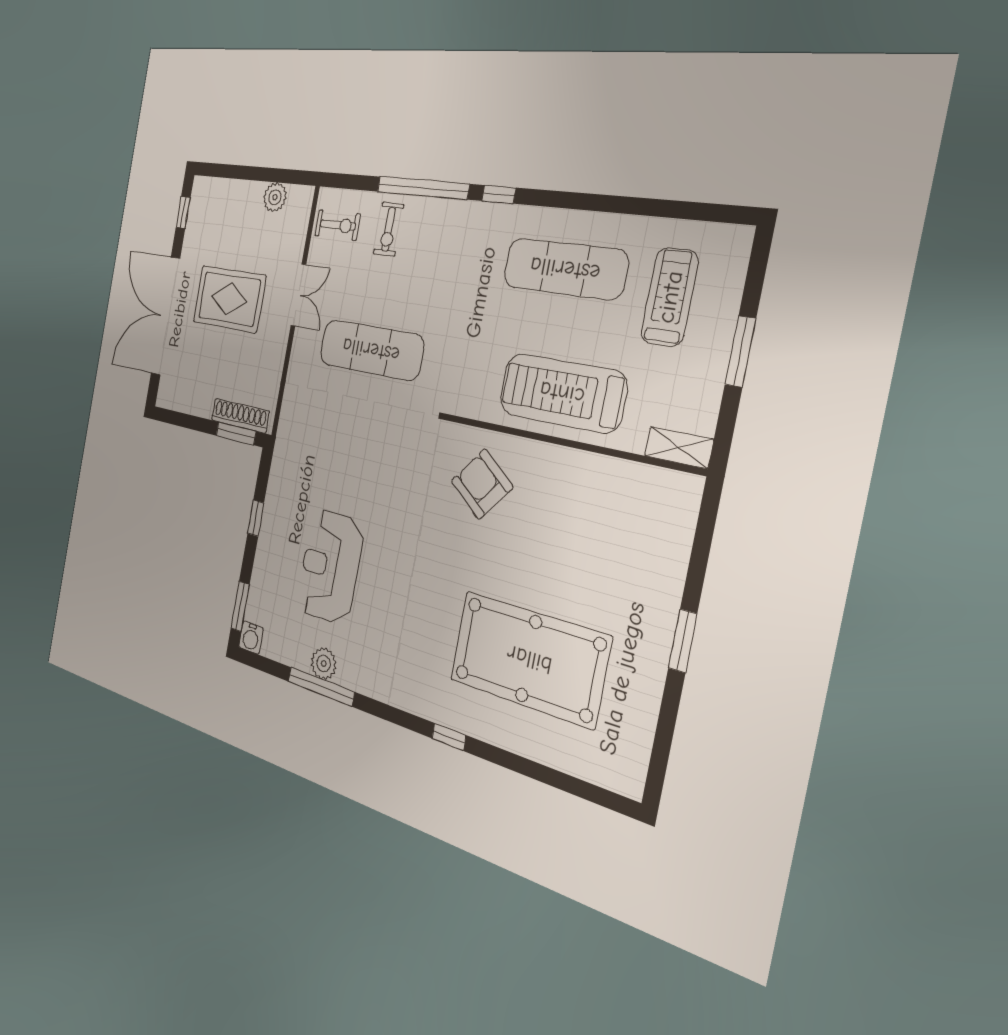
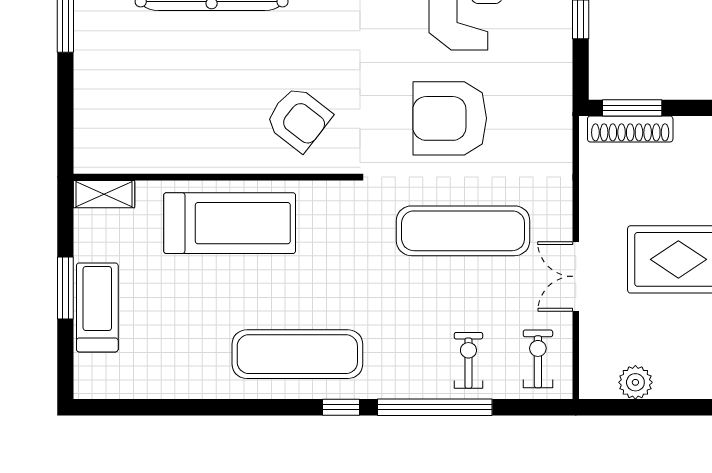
exercise bike: (338, 225) -> (538, 359), turned 90
exercise mat: (565, 269) -> (297, 354), moved
treadmill: (670, 297) -> (97, 307), moved, turned 180
armchair: (362, 455) -> (450, 118), added

